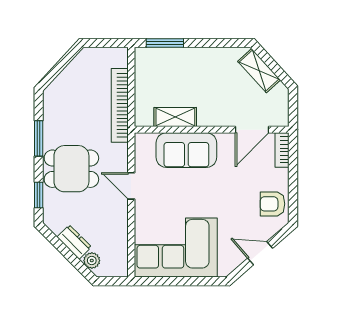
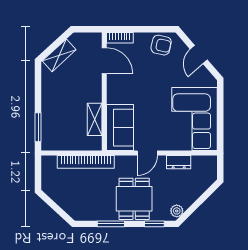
sofa: (186, 150) -> (120, 128), moved
armchair: (272, 204) -> (161, 45), turned -78
dresser: (74, 242) -> (179, 162), moved, turned -135
plant: (92, 260) -> (177, 211), moved

